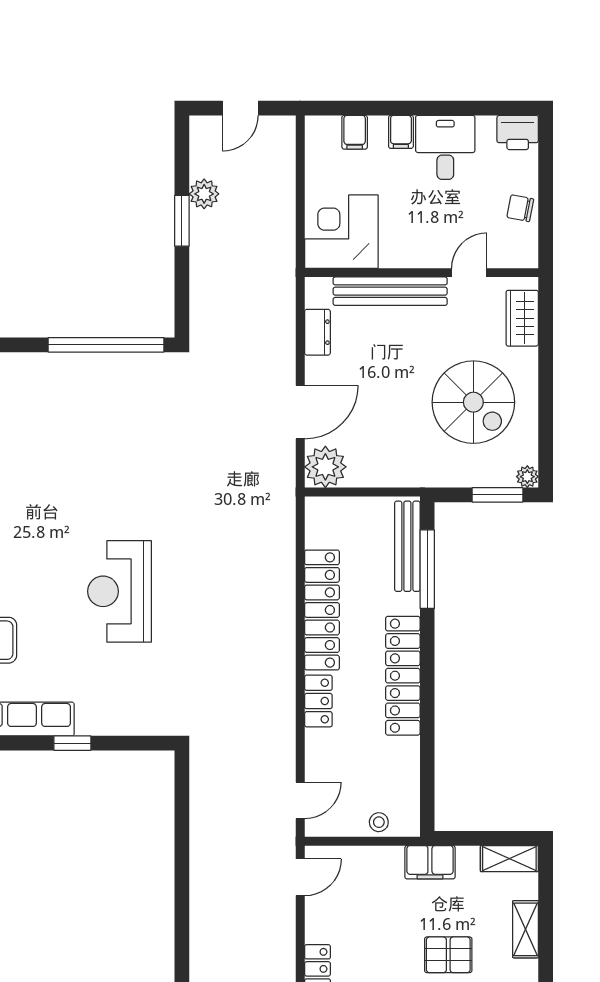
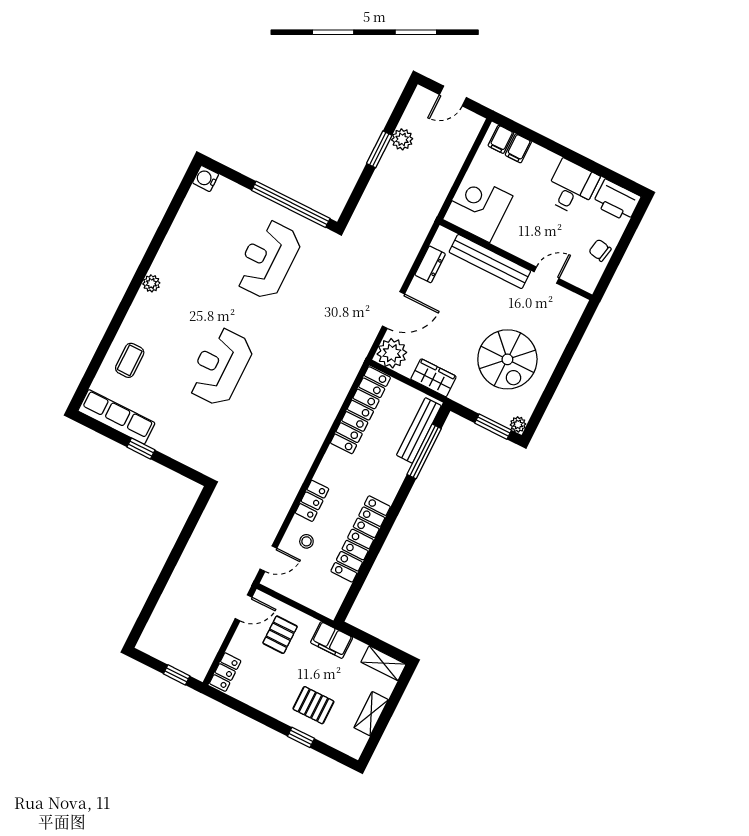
filing cabinet: (401, 132) -> (501, 139), moved
printer: (518, 132) -> (617, 201), width x1.37, depth x1.19
wardrobe: (522, 318) -> (433, 378), moved, turned 90
reception desk: (112, 428) -> (268, 259), added
locker: (322, 610) -> (360, 410), moved
locker: (403, 676) -> (361, 539), moved
stool: (379, 822) -> (306, 541), moved
pallet: (362, 888) -> (280, 635), added

